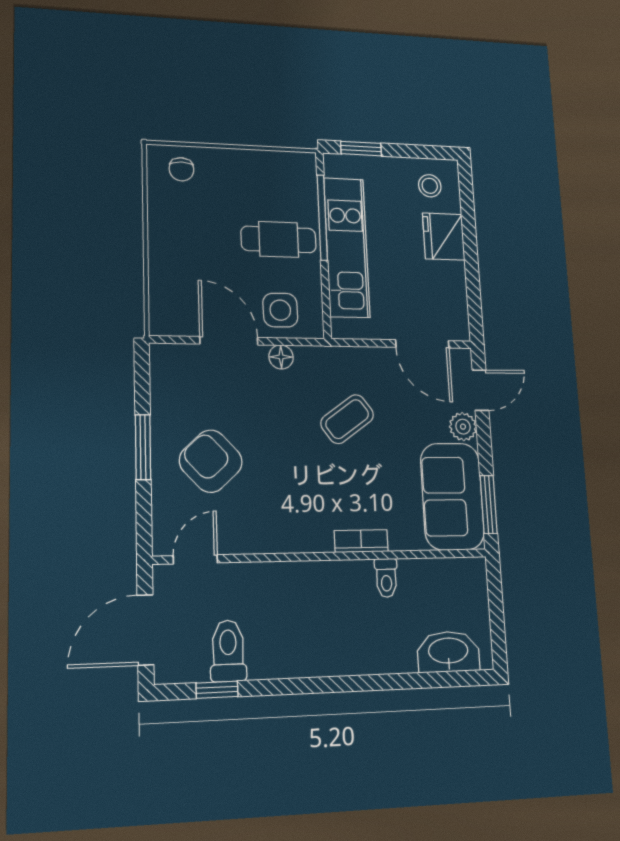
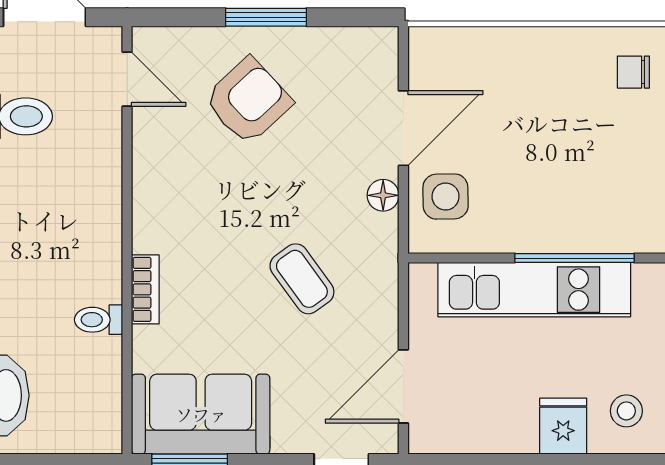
fridge: (444, 237) -> (563, 426), width x0.72
cafe table: (279, 239) -> (542, 198), removed
plant: (463, 427) -> (292, 435), removed

